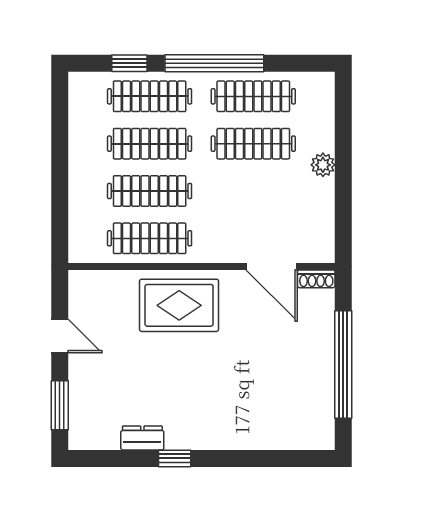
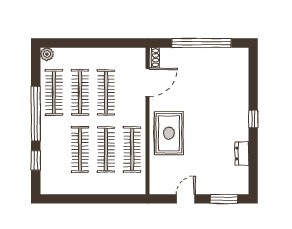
clothes rail: (150, 96) -> (106, 92), moved
plant: (323, 165) -> (47, 54), moved
window: (175, 458) -> (253, 119), moved

